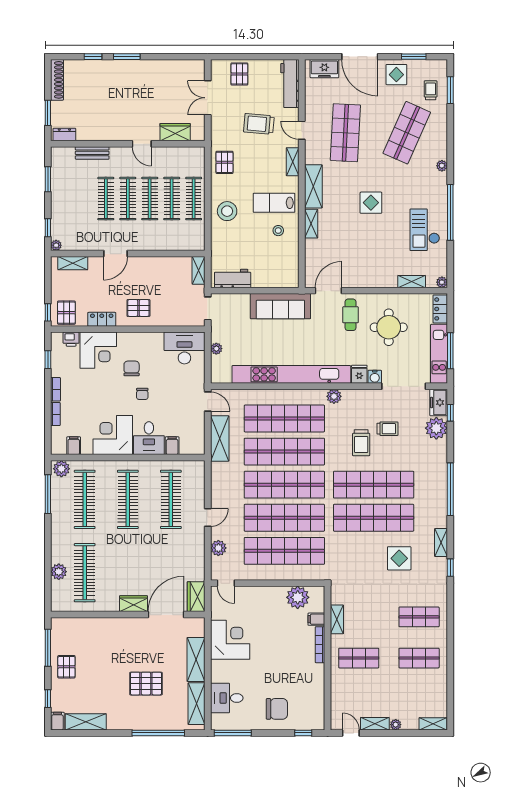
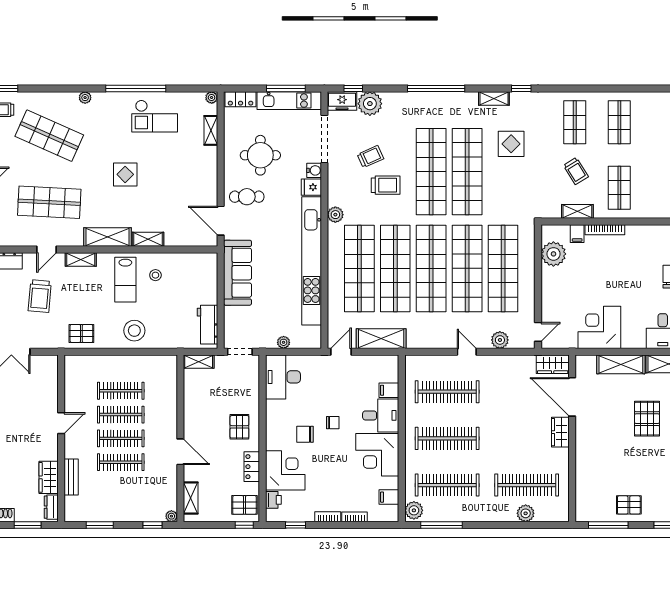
wardrobe: (175, 132) -> (49, 477), moved
clothes rail: (194, 199) -> (121, 367), removed
trolley: (387, 429) -> (370, 157), turned 66
trolley: (374, 618) -> (576, 171), added

